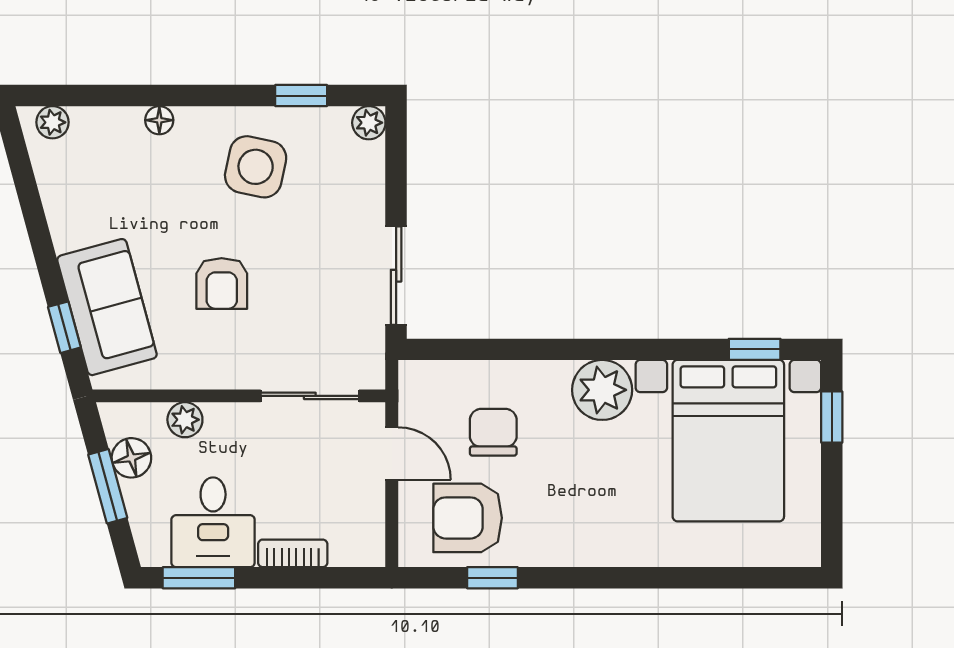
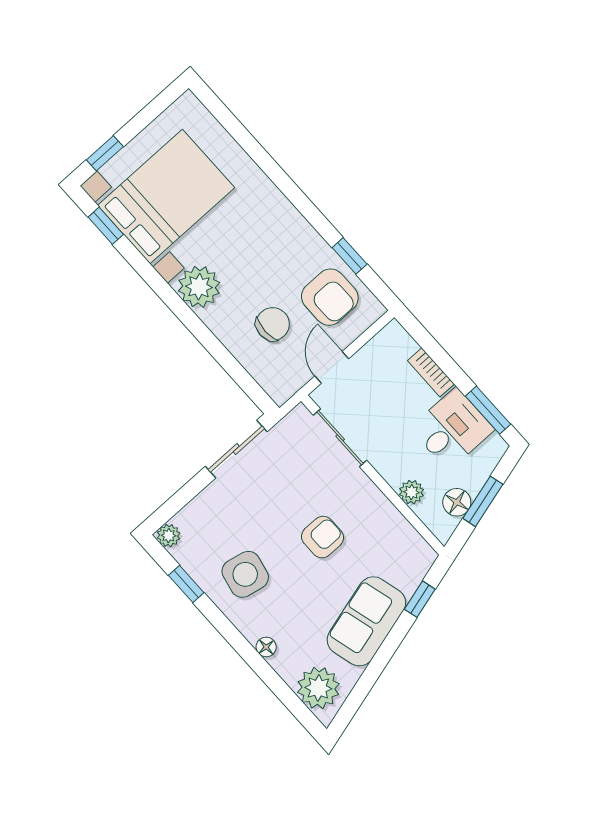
plant: (52, 122) -> (318, 688), width x1.87, depth x1.87
sofa: (107, 307) -> (366, 621), moved
chair: (493, 432) -> (273, 324), turned 180

